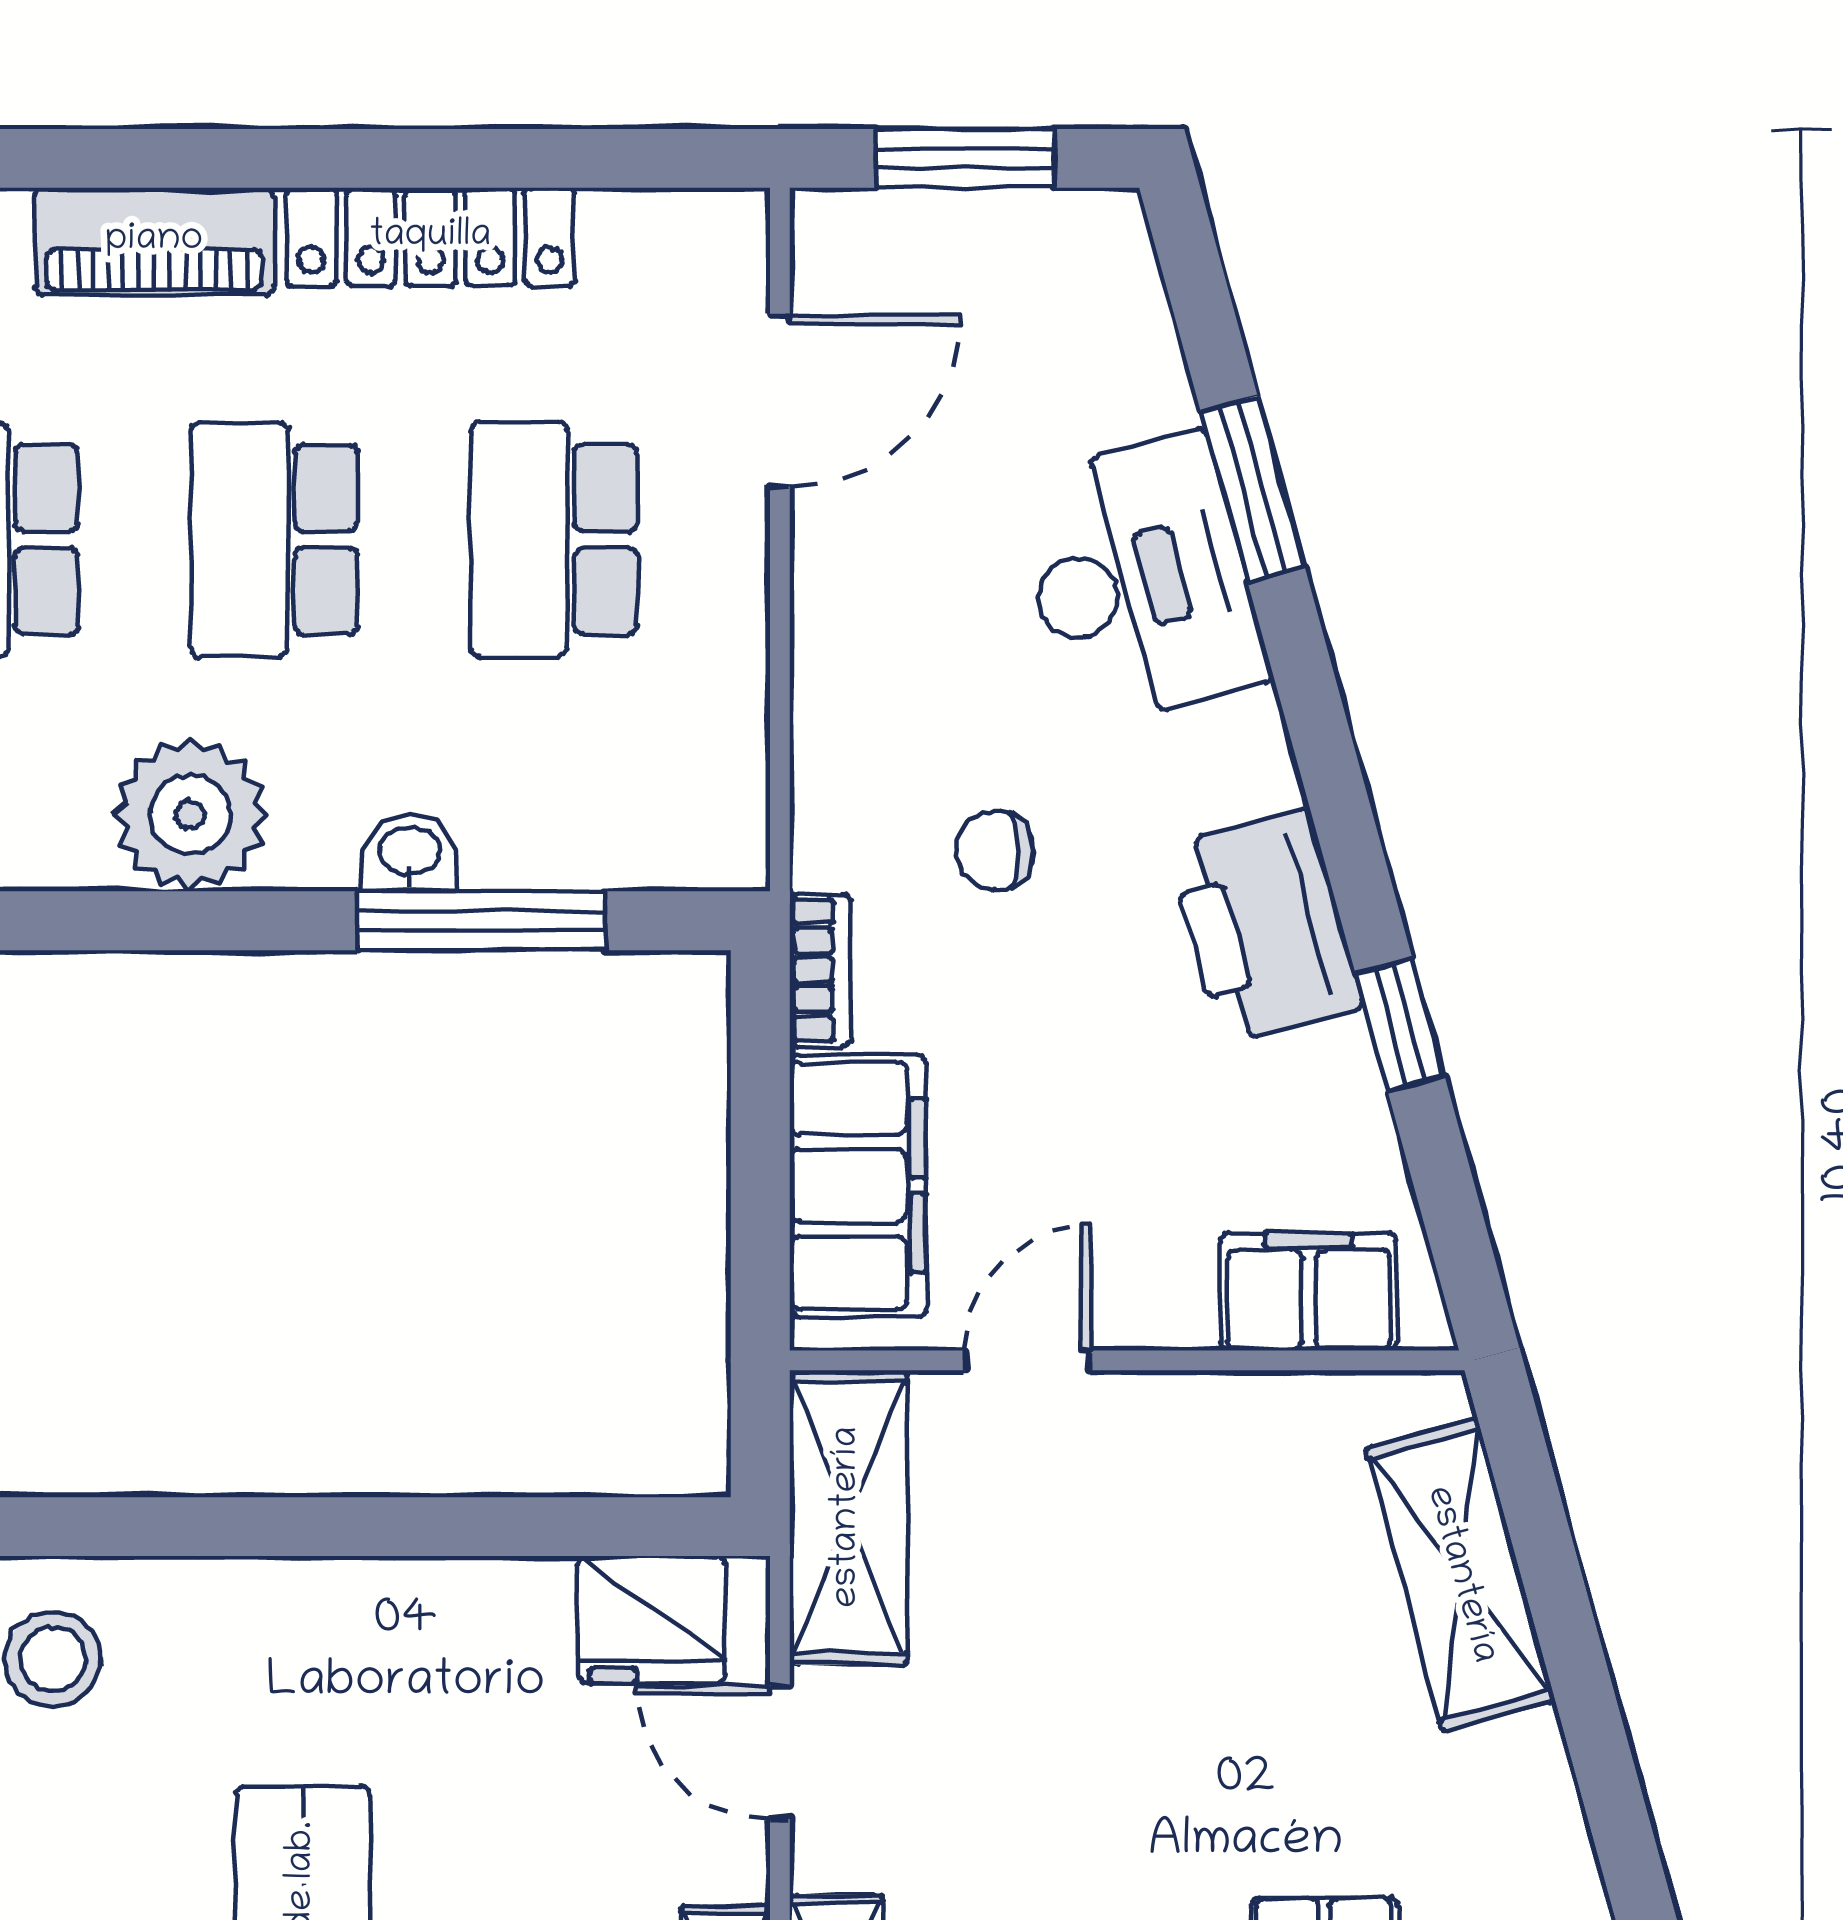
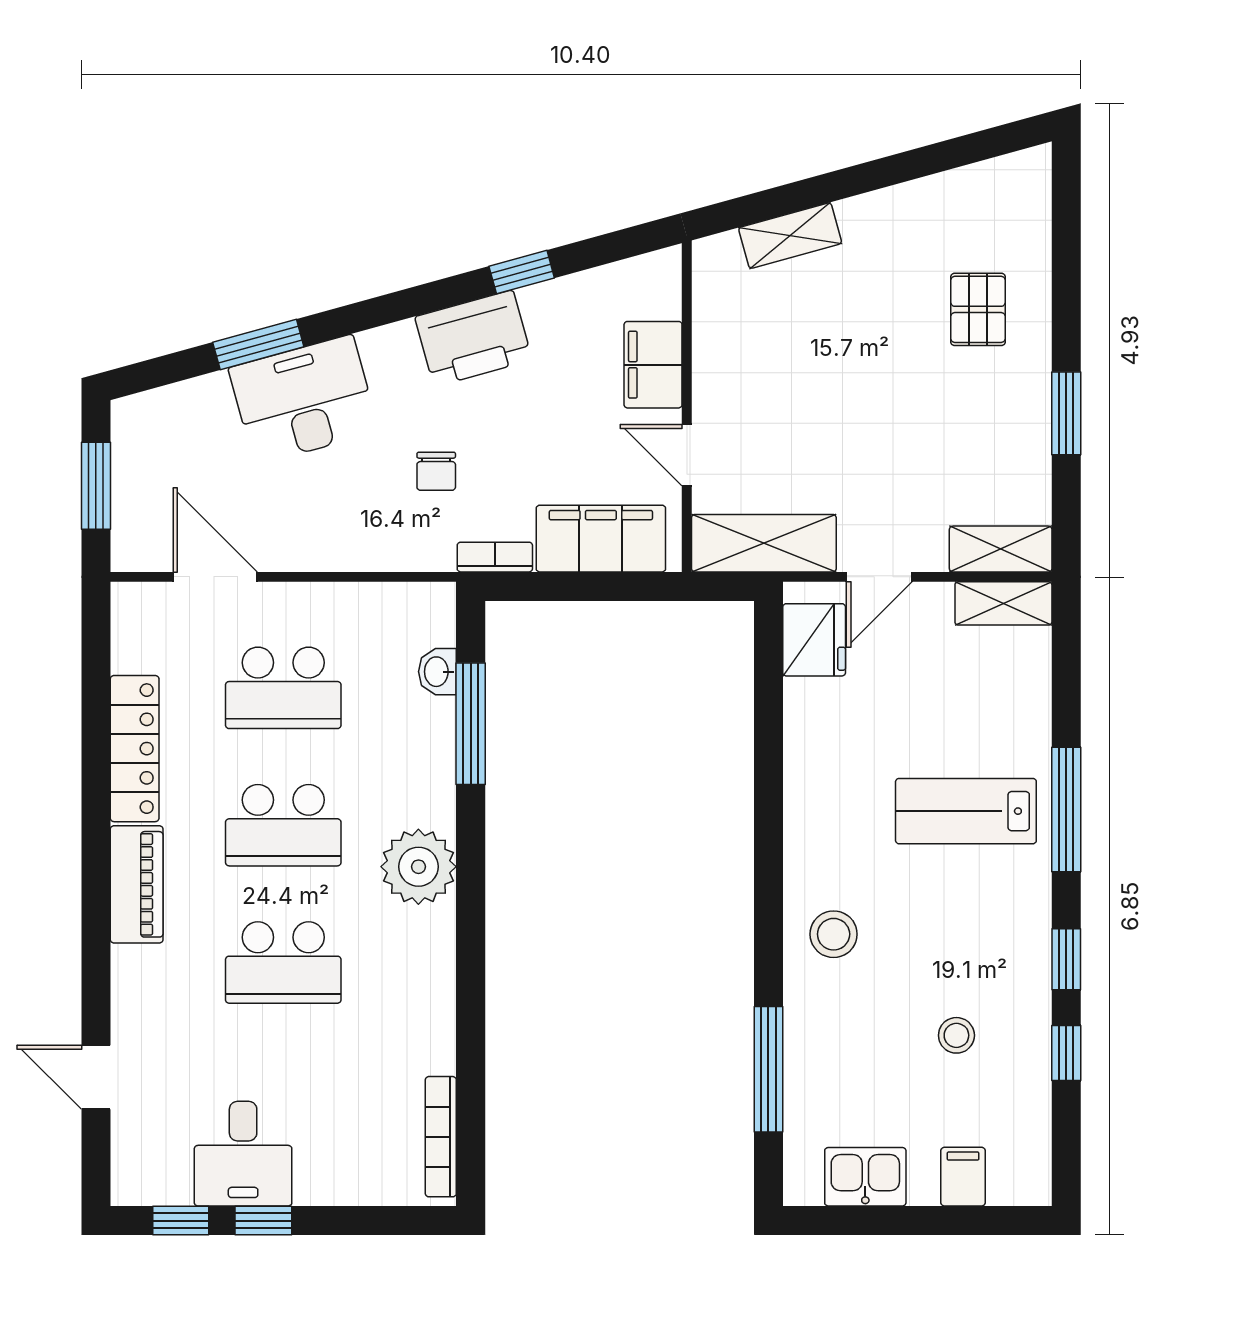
washbasin: (409, 853) -> (437, 672), moved
filing cabinet: (1309, 1292) -> (653, 365), moved
shelving: (1460, 1575) -> (790, 236), width x0.67, depth x0.75

